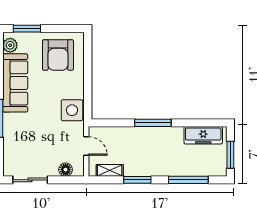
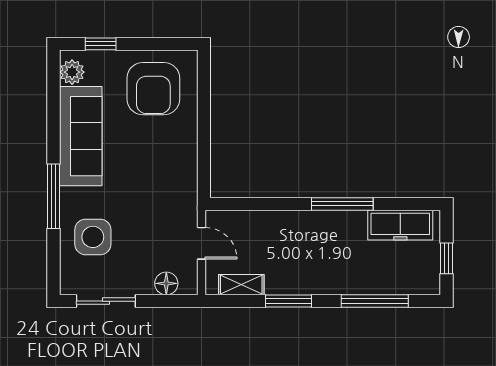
window: (27, 29) -> (101, 44), width x0.67
side table: (72, 110) -> (93, 237), moved
window: (153, 123) -> (342, 204), moved
window: (230, 155) -> (446, 258), width x0.67

